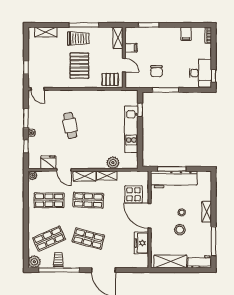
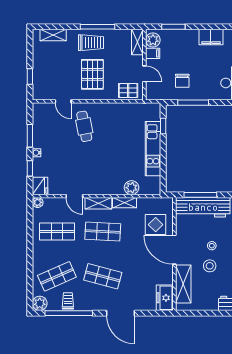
filing cabinet: (186, 34) -> (211, 37), width x2.00
plant: (131, 36) -> (153, 40), added
door: (38, 89) -> (63, 101), moved
cafe table: (70, 125) -> (84, 126), moved
fridge: (48, 162) -> (40, 186), moved, turned 90
freezer: (141, 243) -> (165, 298), moved
shelving: (170, 261) -> (183, 284), moved, turned 90

